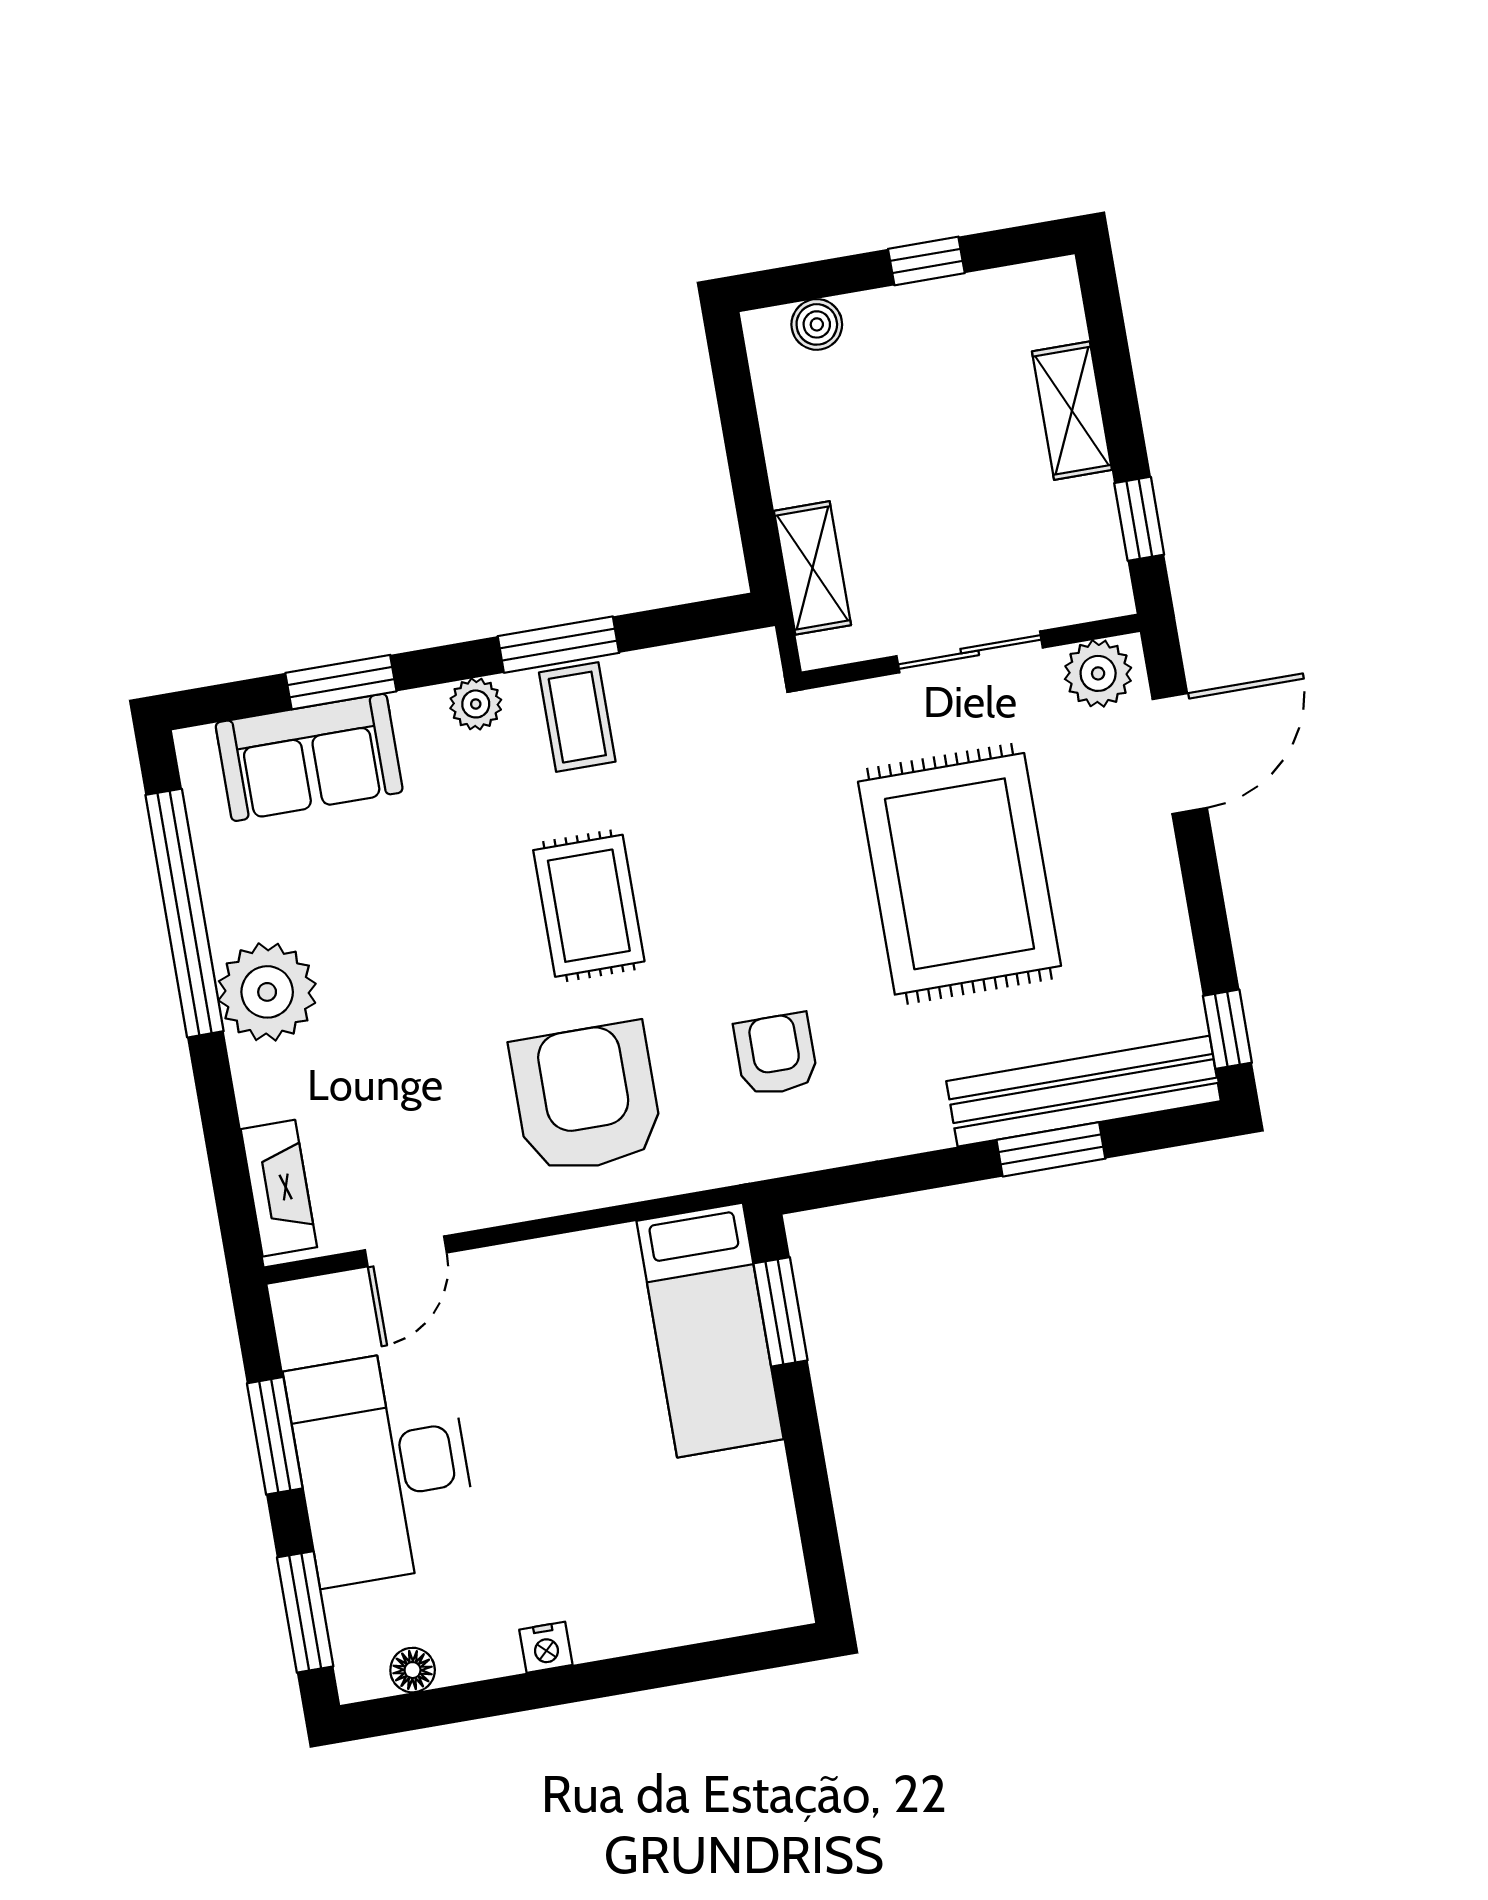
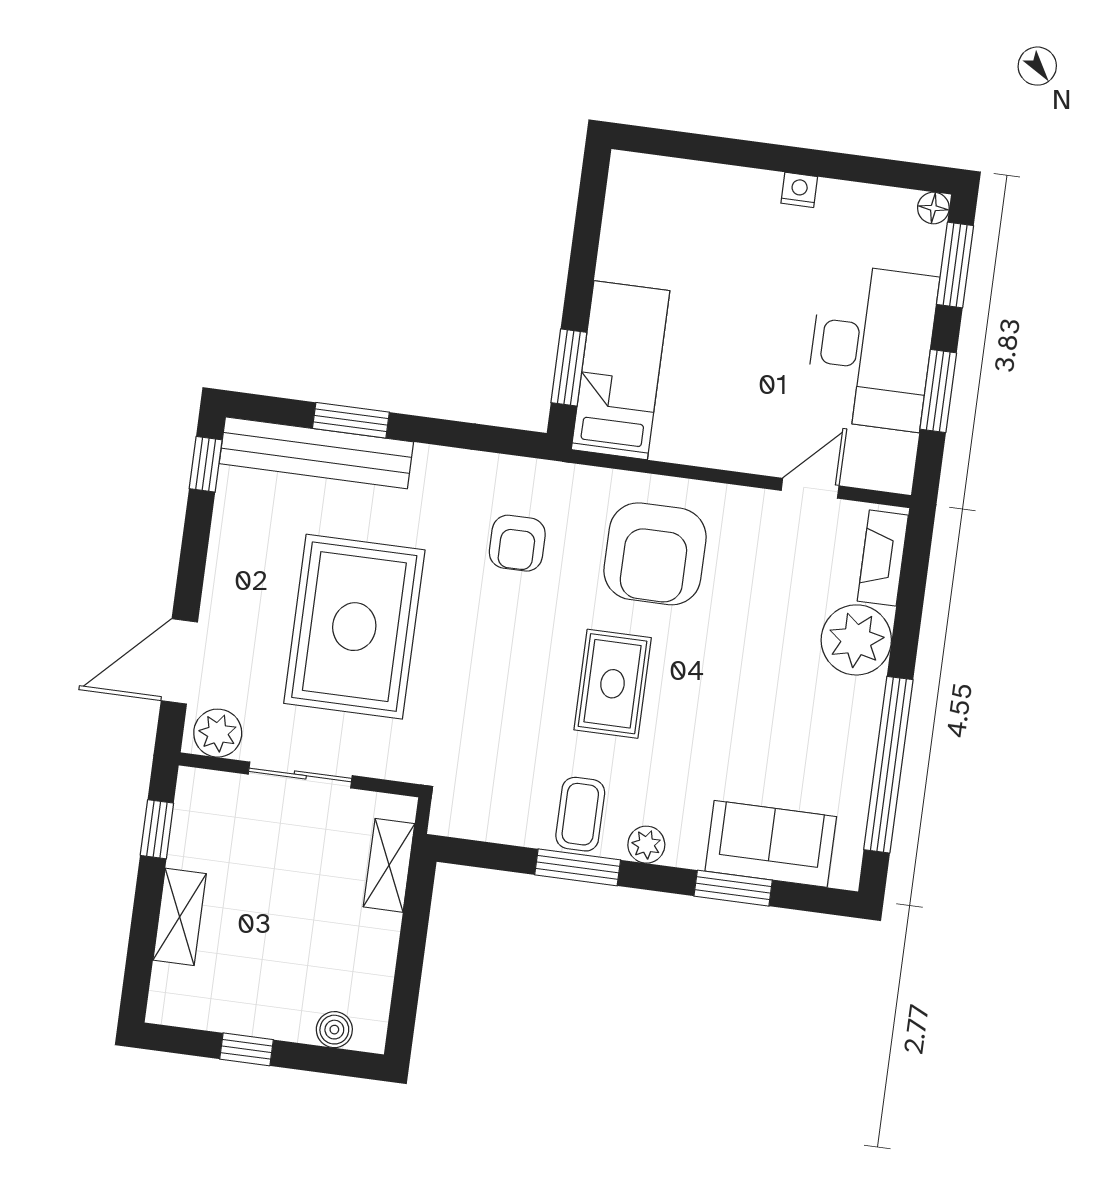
plant: (267, 992) -> (856, 640), moved
floor lamp: (413, 1670) -> (933, 208), moved

